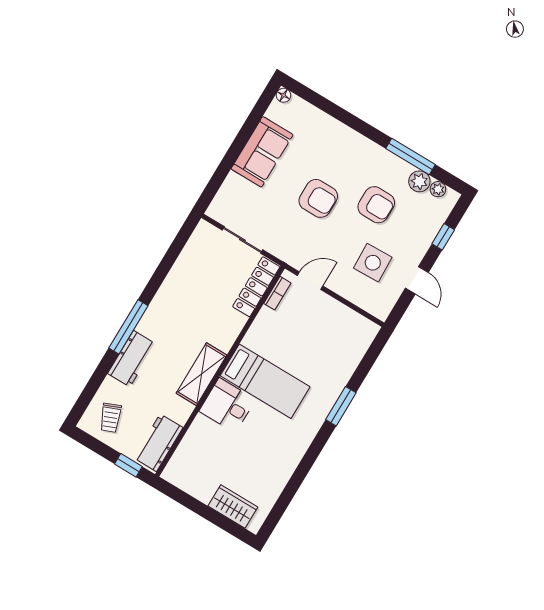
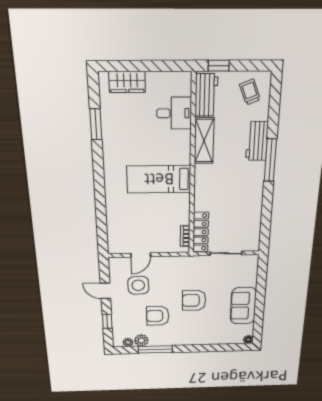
door: (310, 281) -> (141, 255), moved
shelving: (202, 374) -> (204, 141), moved
desk: (227, 405) -> (174, 113), moved
window: (341, 406) -> (96, 124), moved

